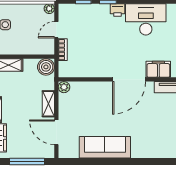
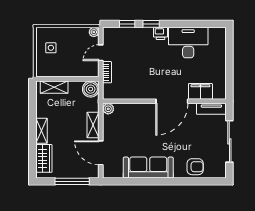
armchair: (153, 146) -> (195, 167), added

